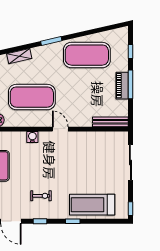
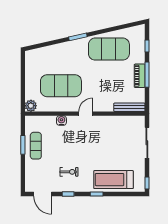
shelving: (19, 56) -> (50, 50), removed
door: (60, 129) -> (86, 114), hinge flipped

